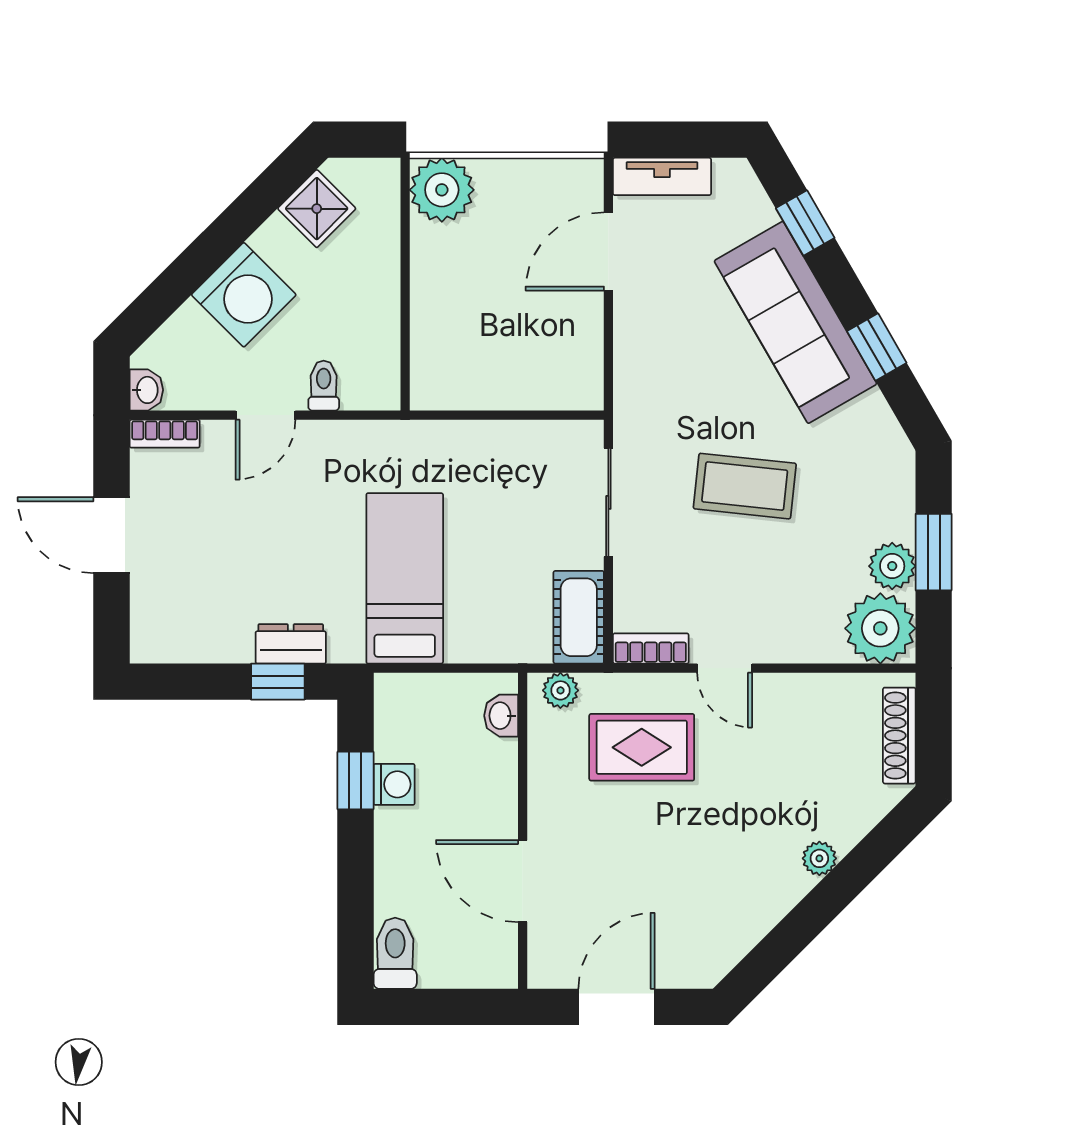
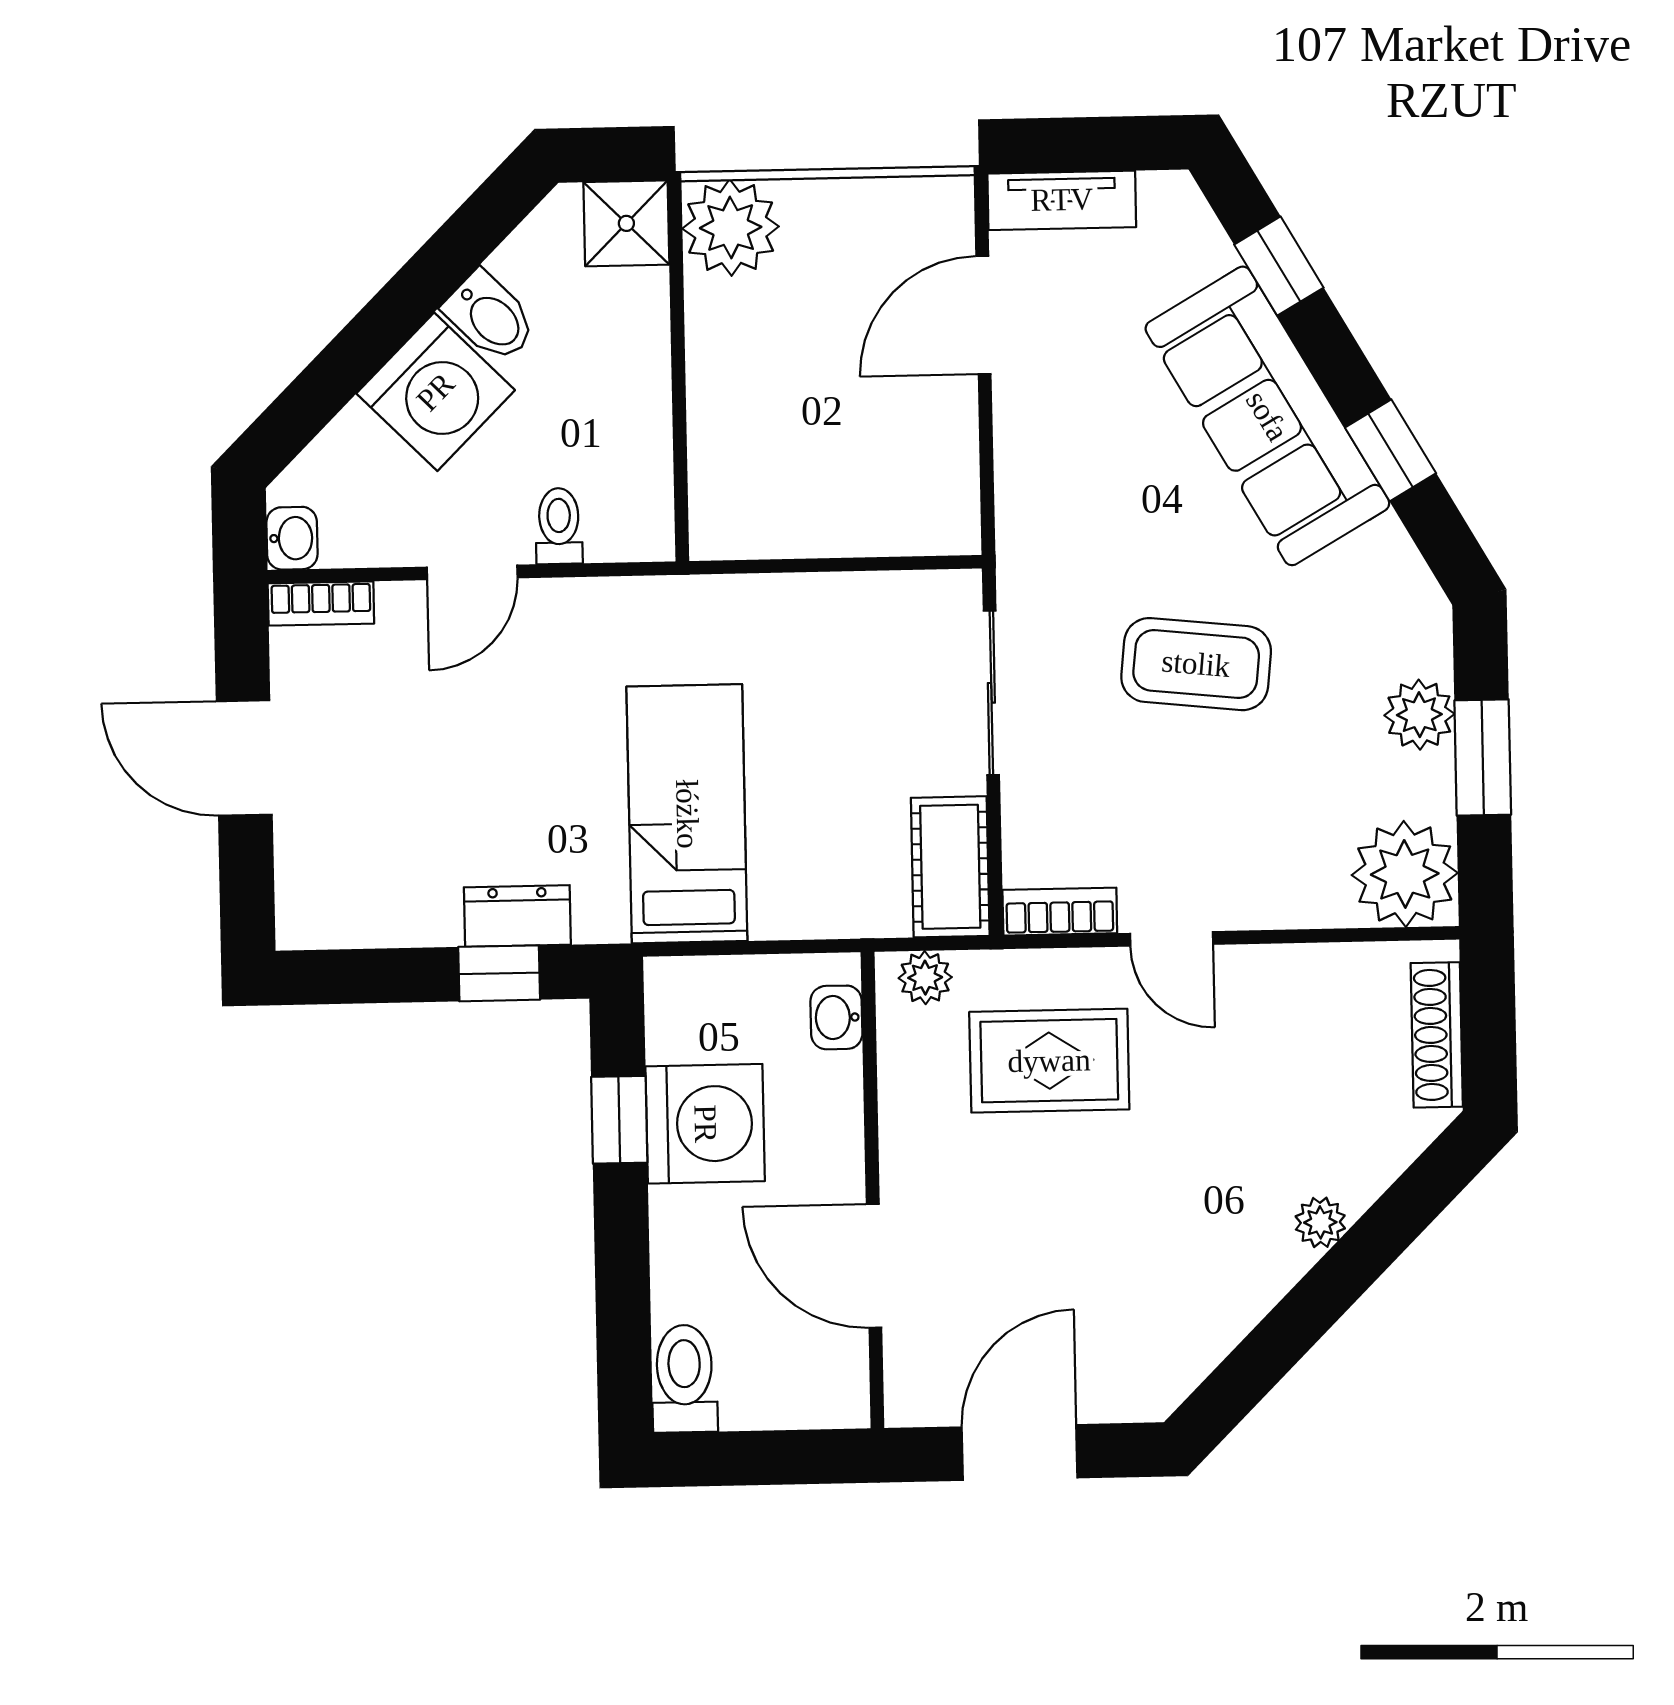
shower: (317, 209) -> (626, 223), moved, turned 45
bidet: (281, 246) -> (490, 317), added
plant: (892, 566) -> (1419, 715), moved
washing machine: (394, 784) -> (705, 1124), width x1.89, depth x1.89

